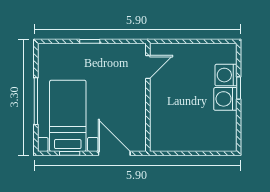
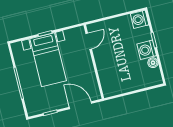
washing machine: (226, 75) -> (140, 19), moved
bed with nightstands: (68, 116) -> (48, 60), moved, turned 180
boiler: (230, 119) -> (153, 63), added

